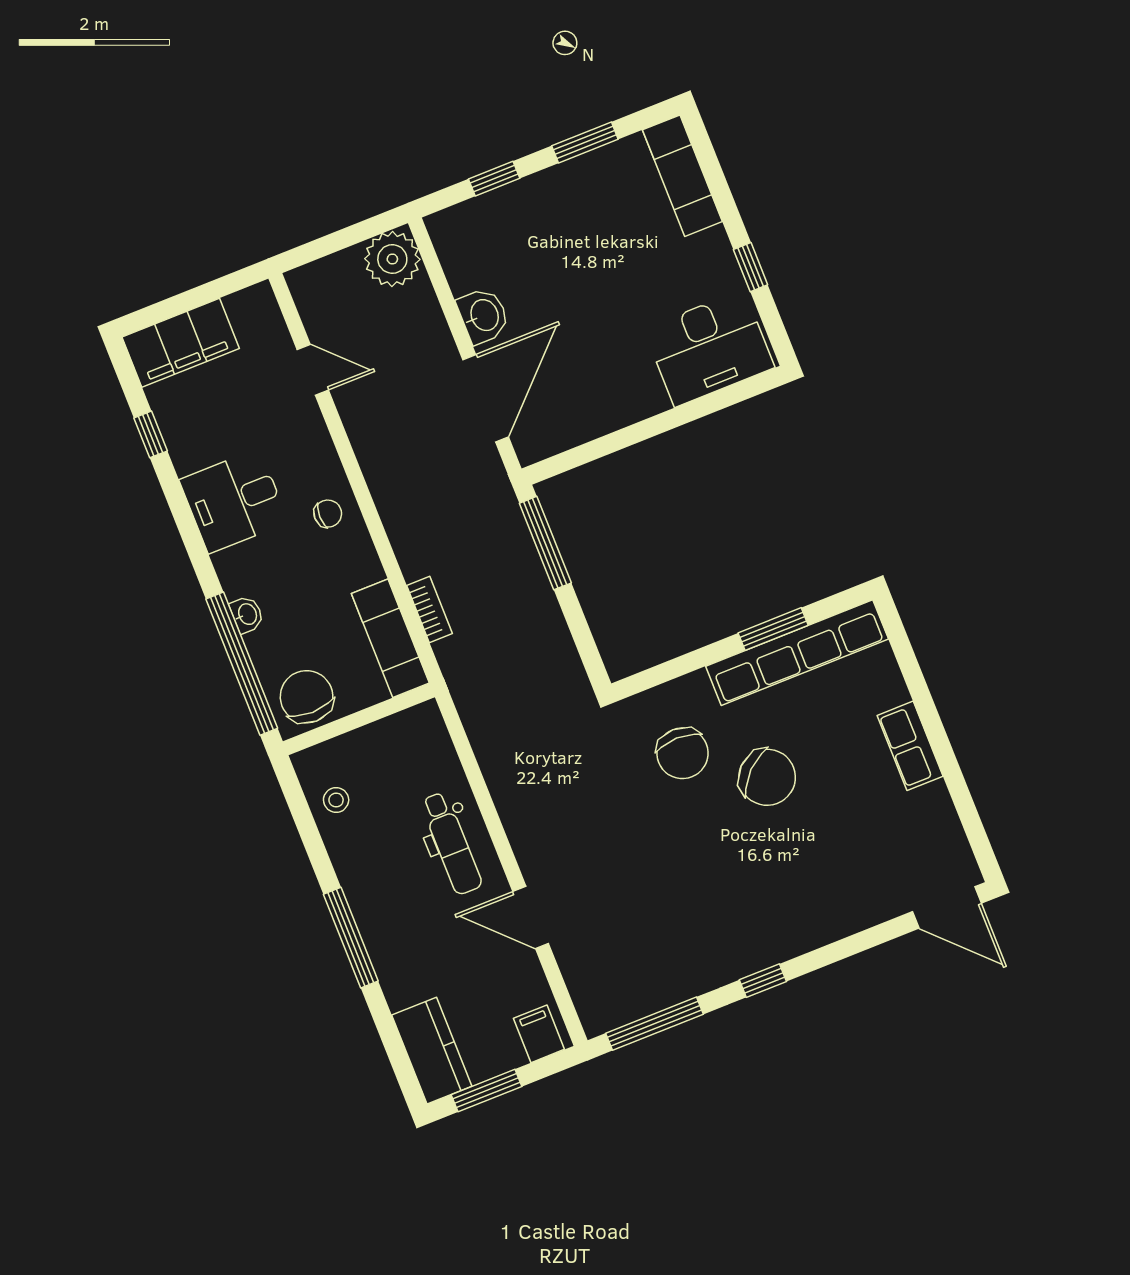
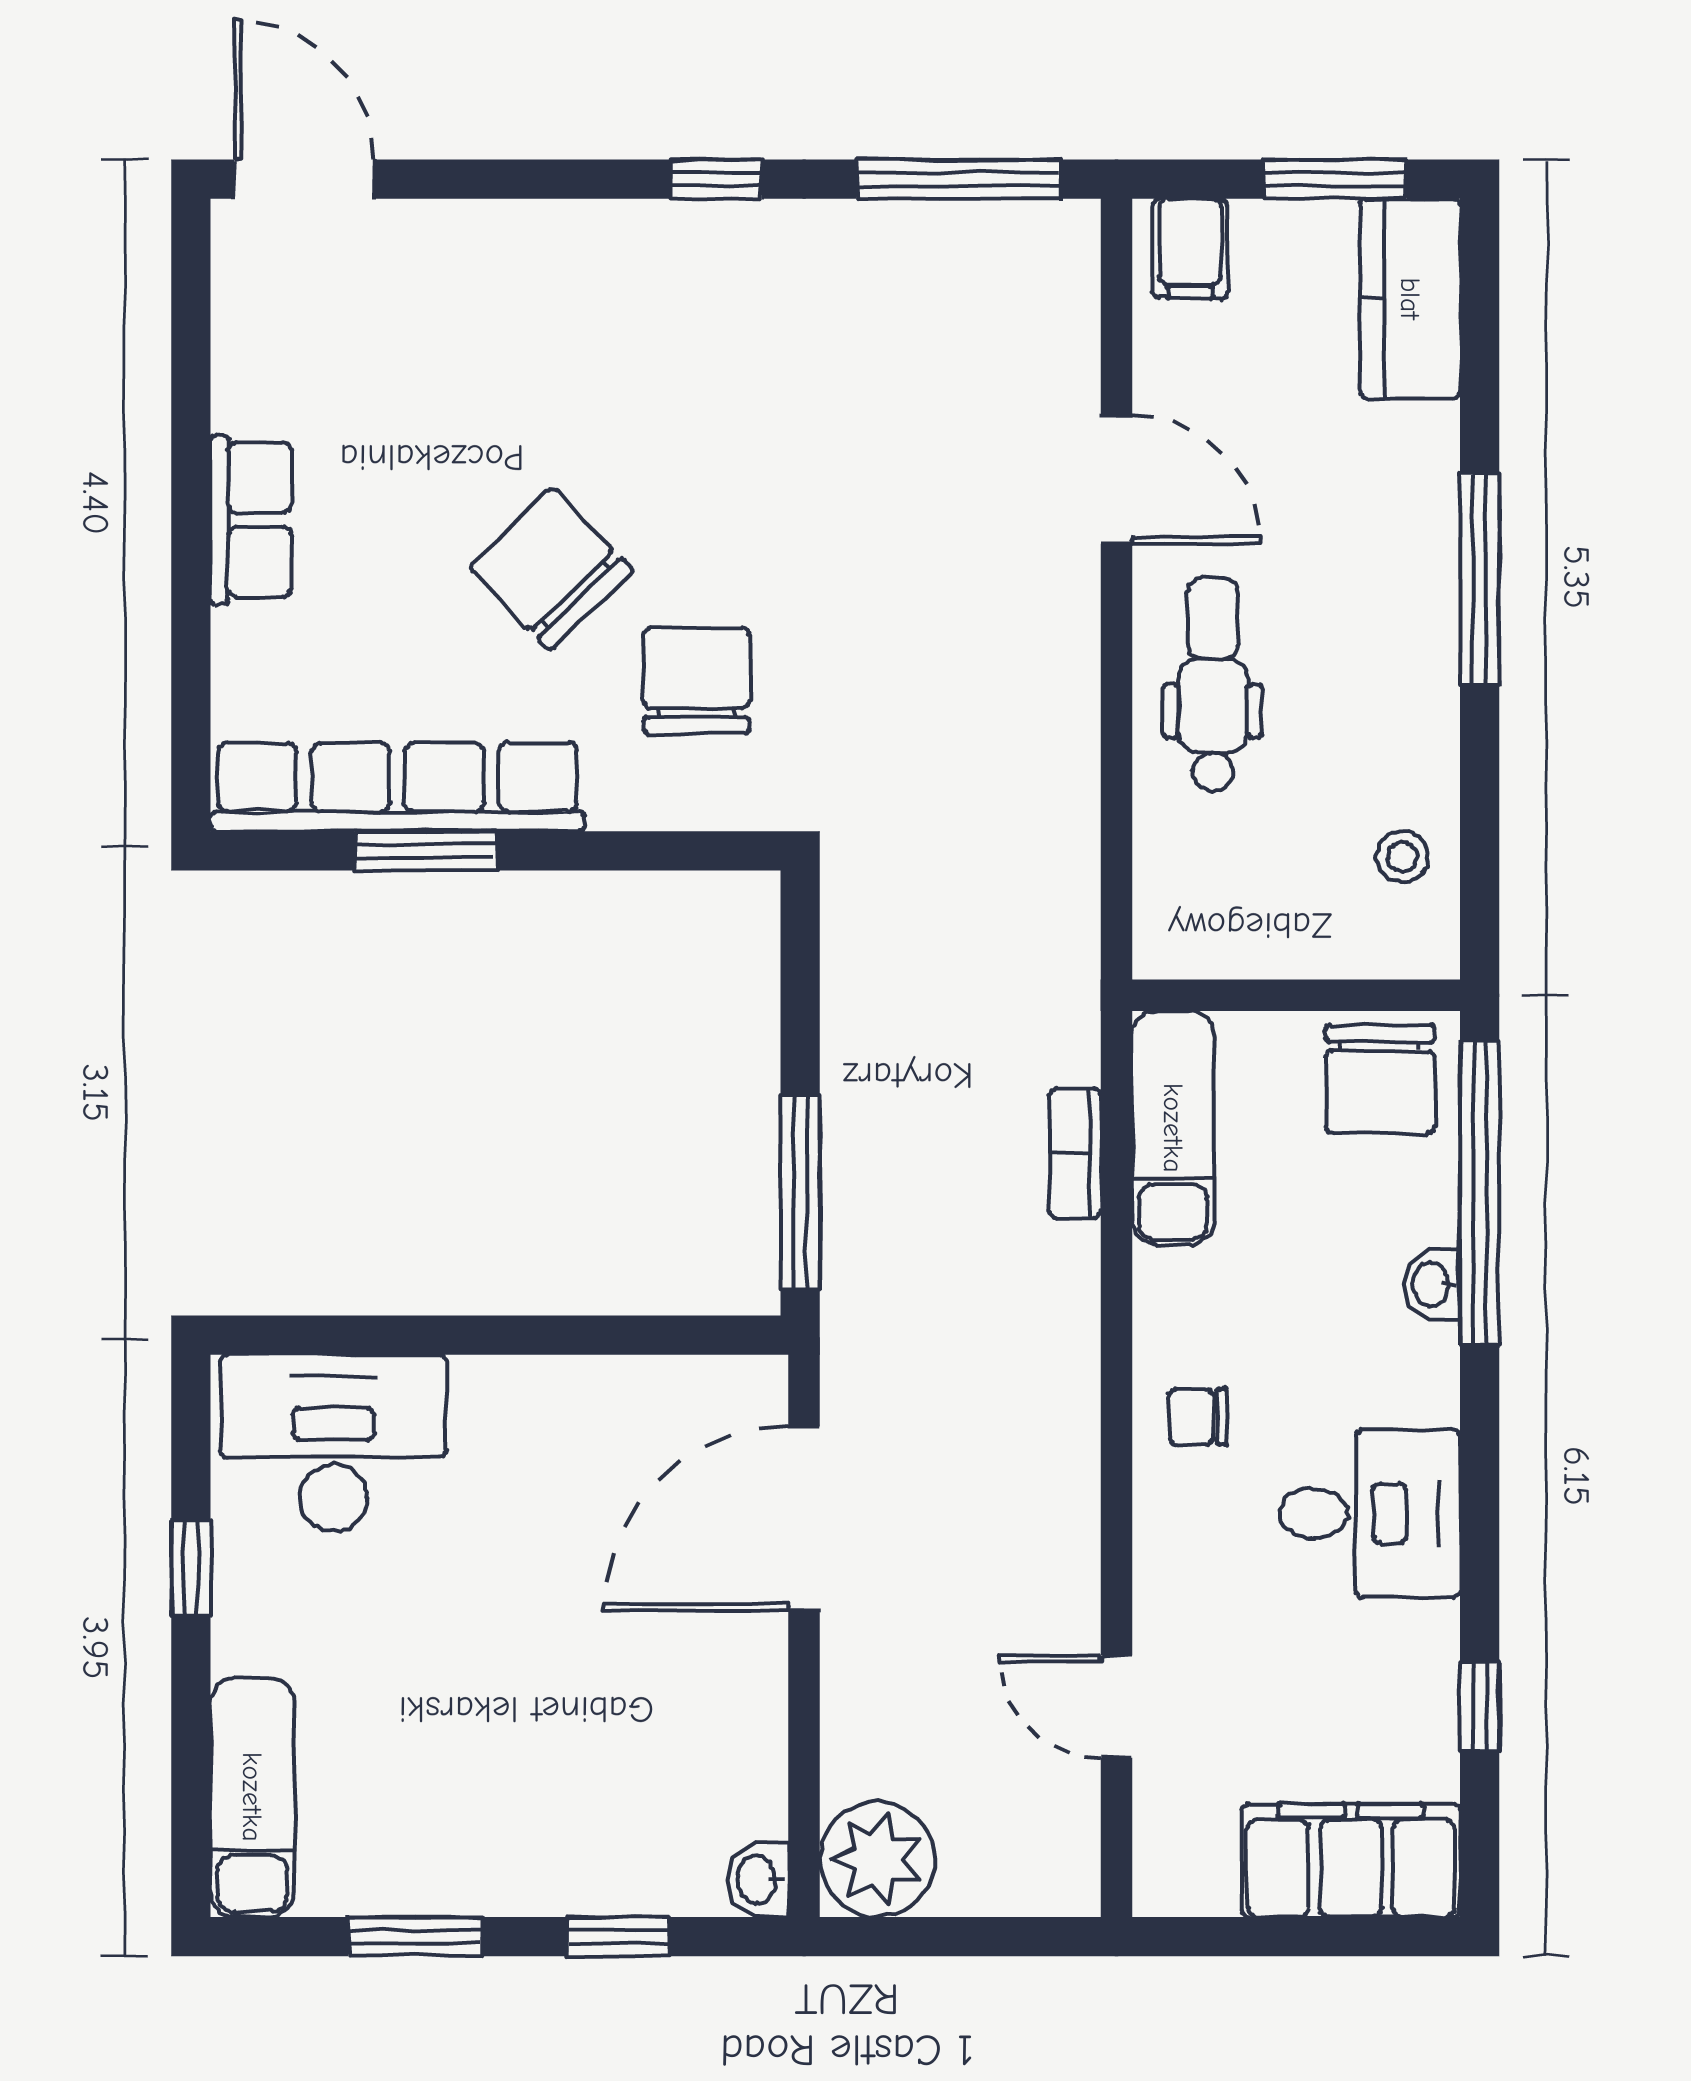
washbasin: (483, 316) -> (758, 1880), moved, width x0.72, depth x0.69

